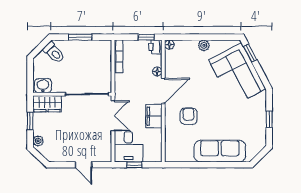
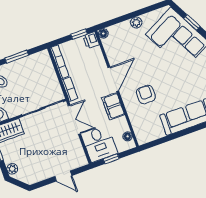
window: (250, 53) -> (192, 22), moved
floor lamp: (157, 71) -> (128, 136), moved
bookcase: (119, 86) -> (70, 89), added

